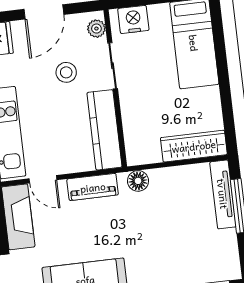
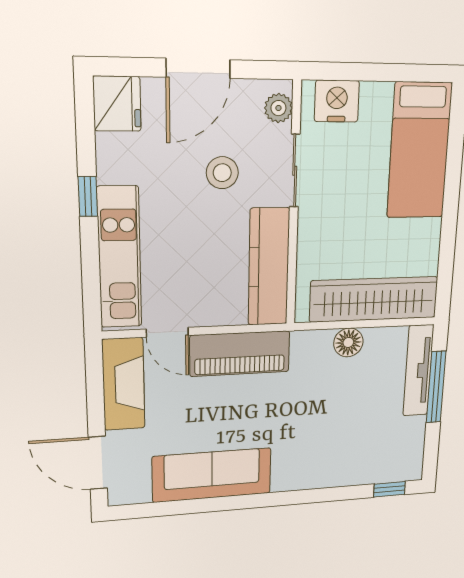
wardrobe: (194, 146) -> (374, 299), width x1.40, depth x1.17
floor lamp: (138, 181) -> (348, 342), moved
piano: (93, 187) -> (240, 354), width x1.37, depth x1.33

